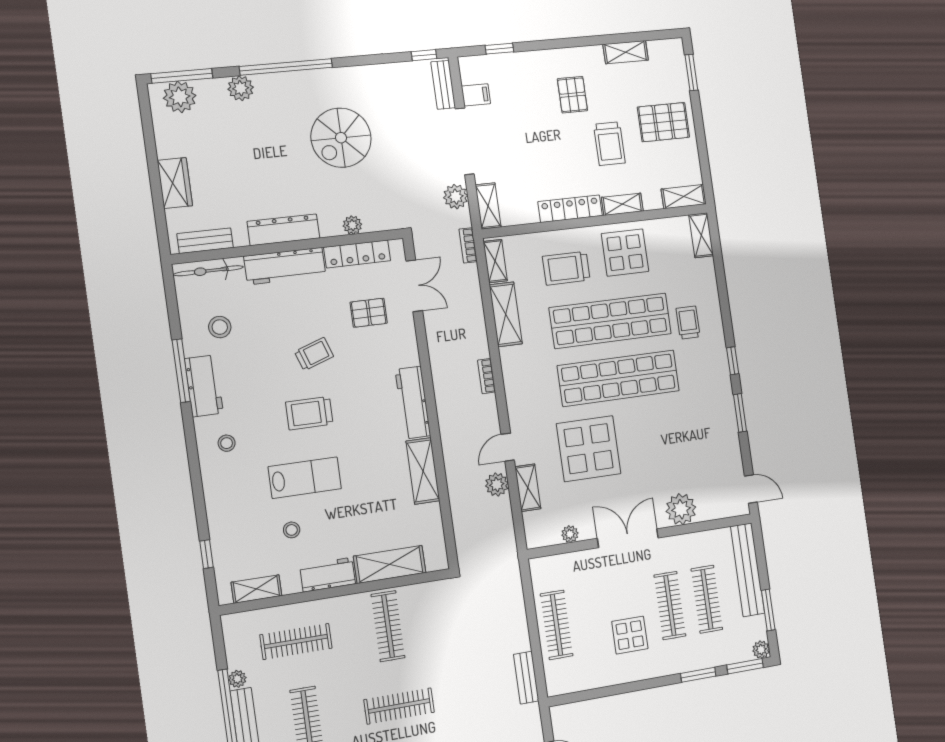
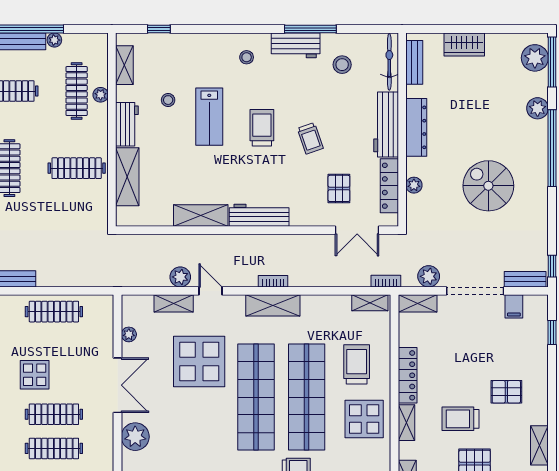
shelving: (506, 314) -> (273, 305), moved
plant: (296, 612) -> (101, 95), added

